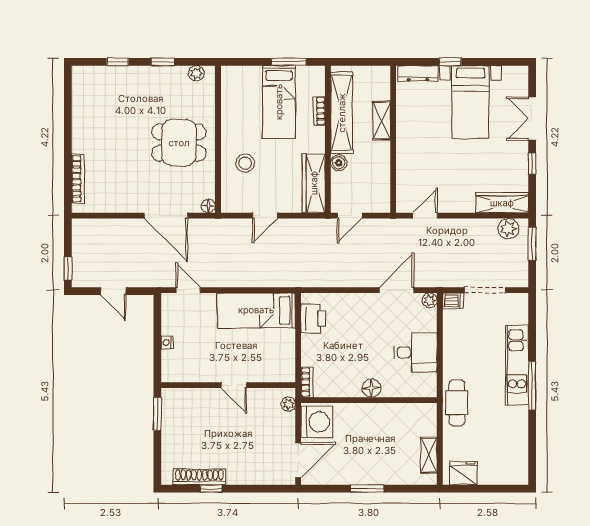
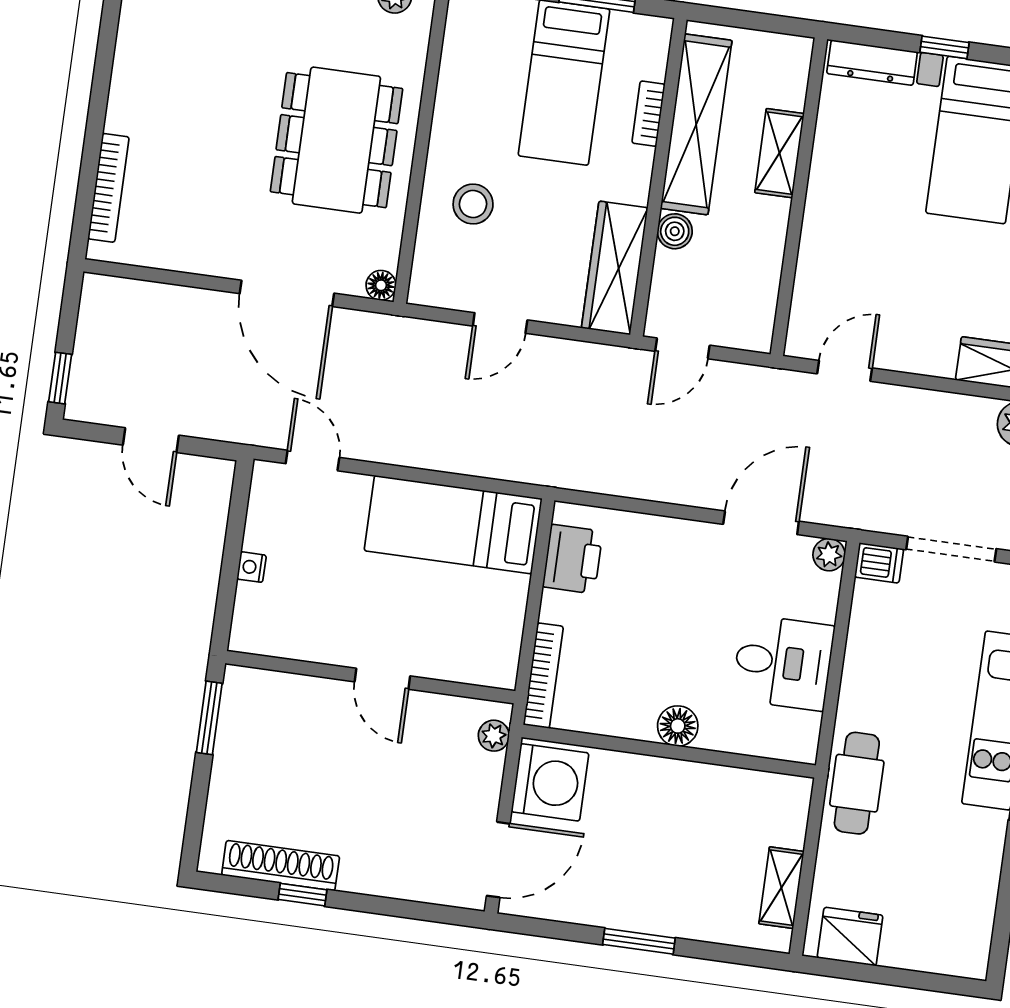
dining table: (179, 143) -> (336, 140), width x1.38
bookcase: (307, 382) -> (543, 676), width x1.56

